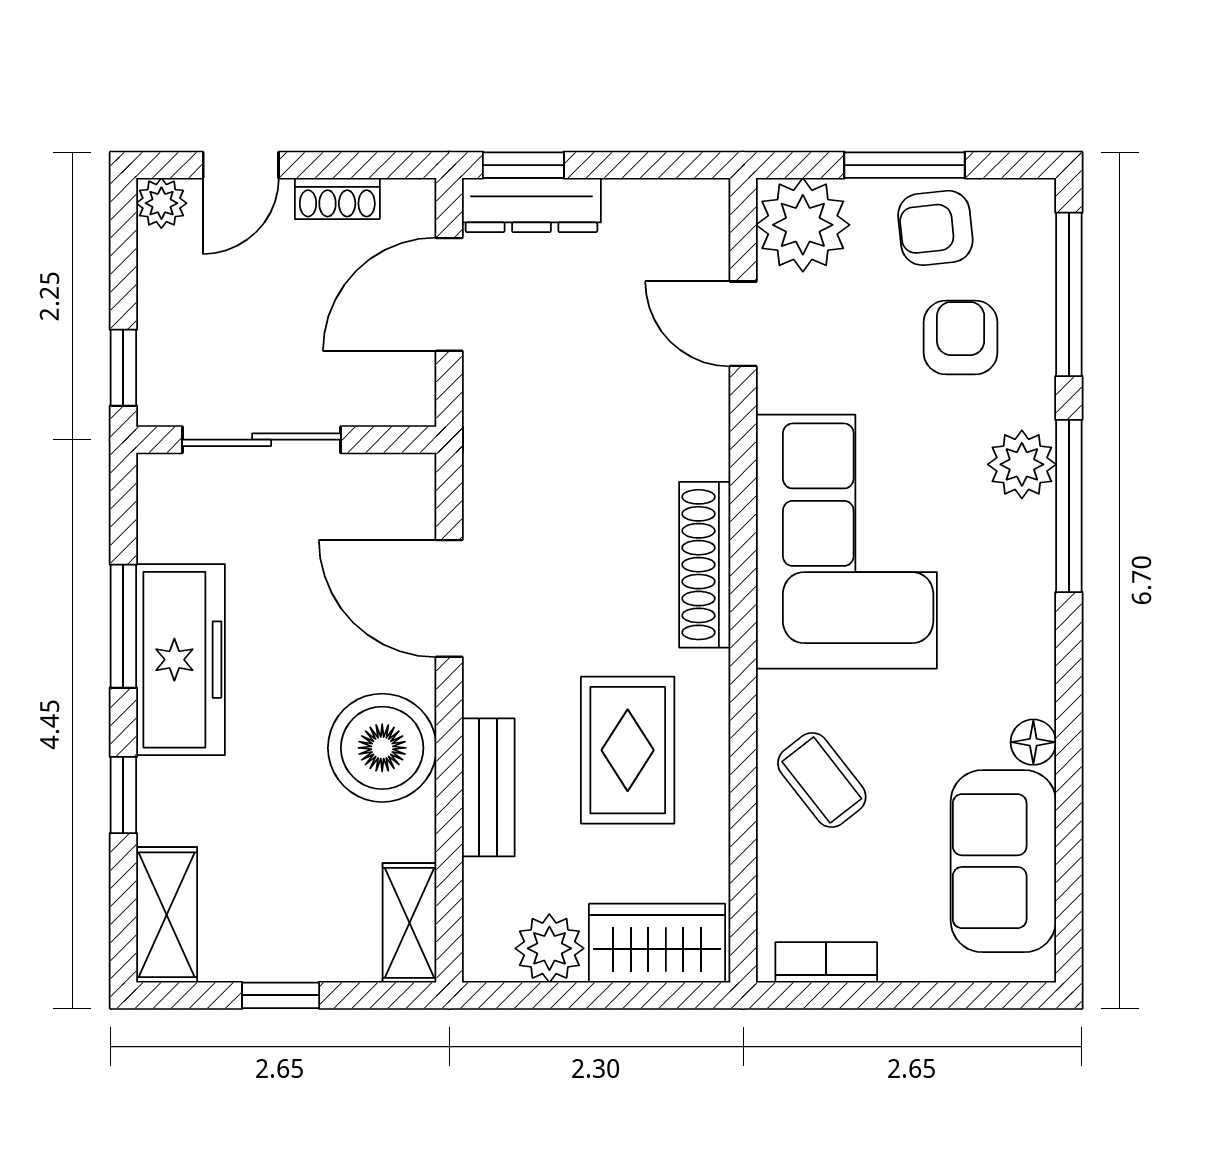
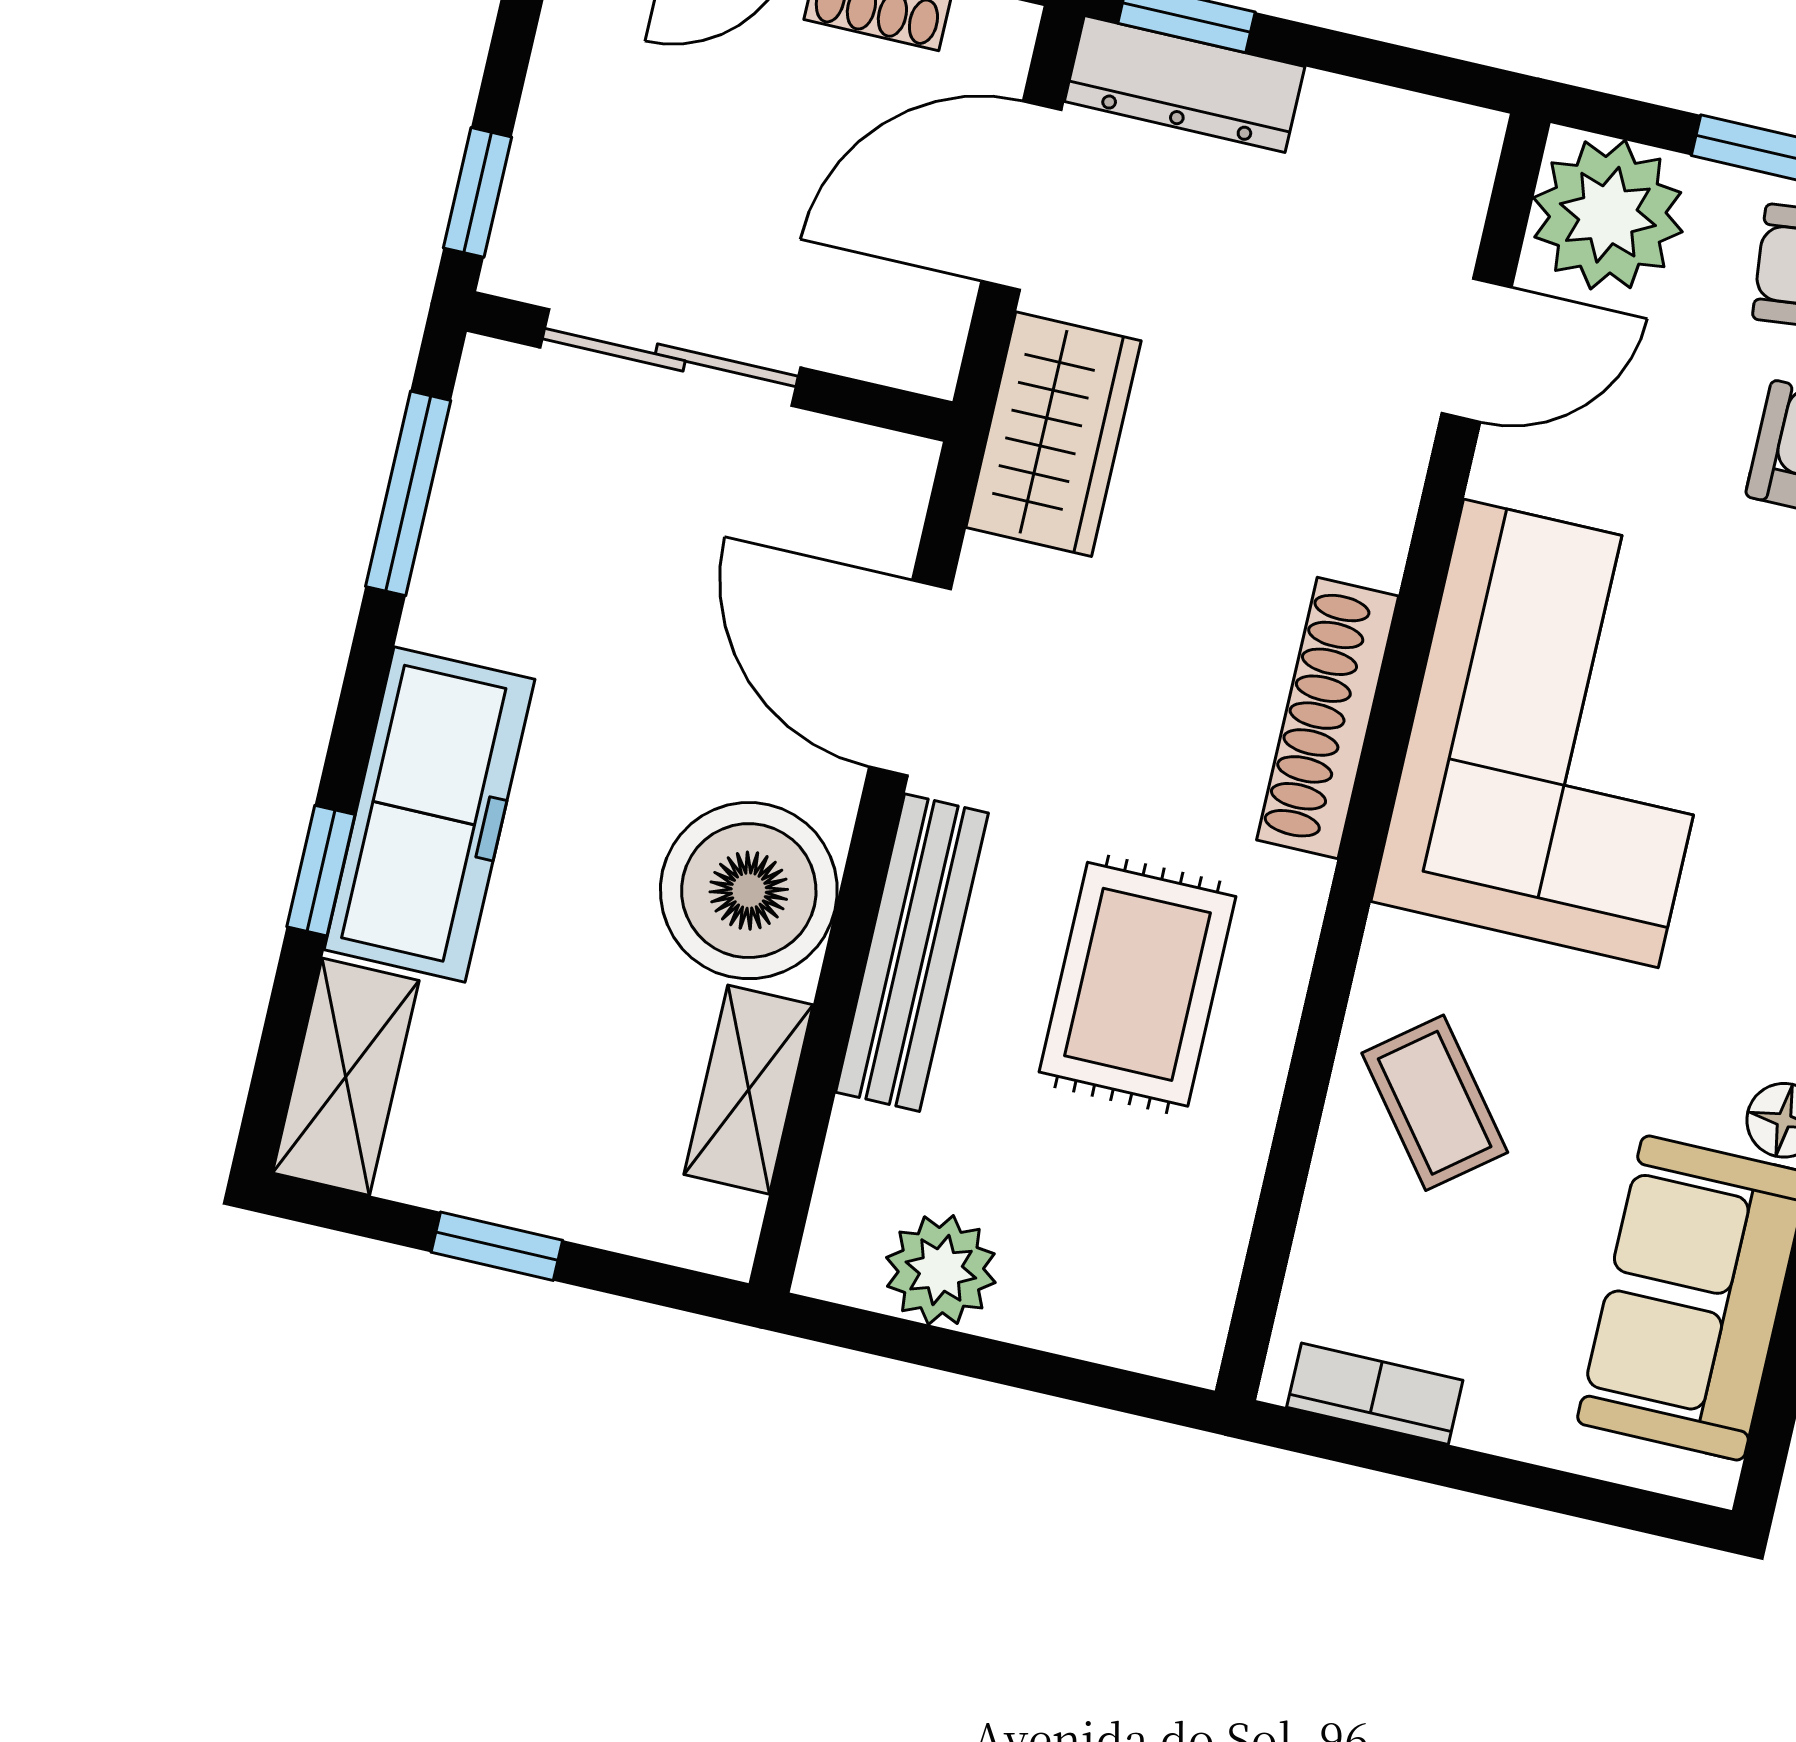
door: (743, 324) -> (1477, 350), swing flipped
window: (123, 626) -> (408, 493), moved
freezer: (181, 660) -> (429, 814), moved
bench: (488, 787) -> (912, 953), width x1.36
shelving: (410, 923) -> (749, 1090), moved
wardrobe: (657, 943) -> (1054, 434), moved, turned 90

